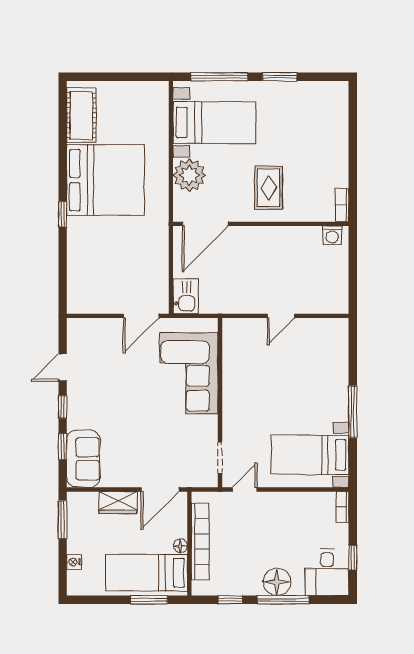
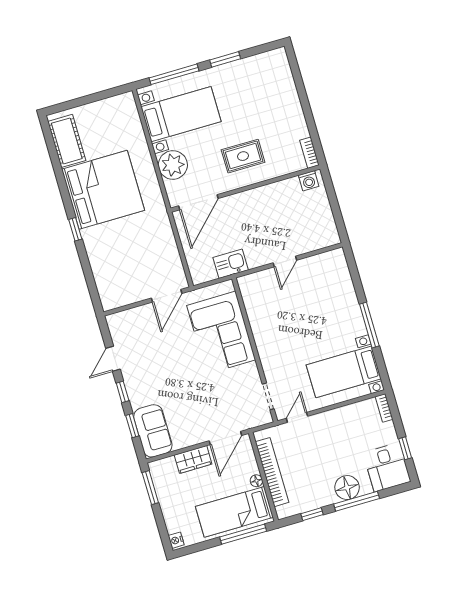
rug: (269, 188) -> (243, 156), turned 90
kitchen sink: (185, 296) -> (231, 264), moved, turned -90
nightstand: (74, 562) -> (176, 540), moved
window: (149, 600) -> (243, 534), width x1.44

